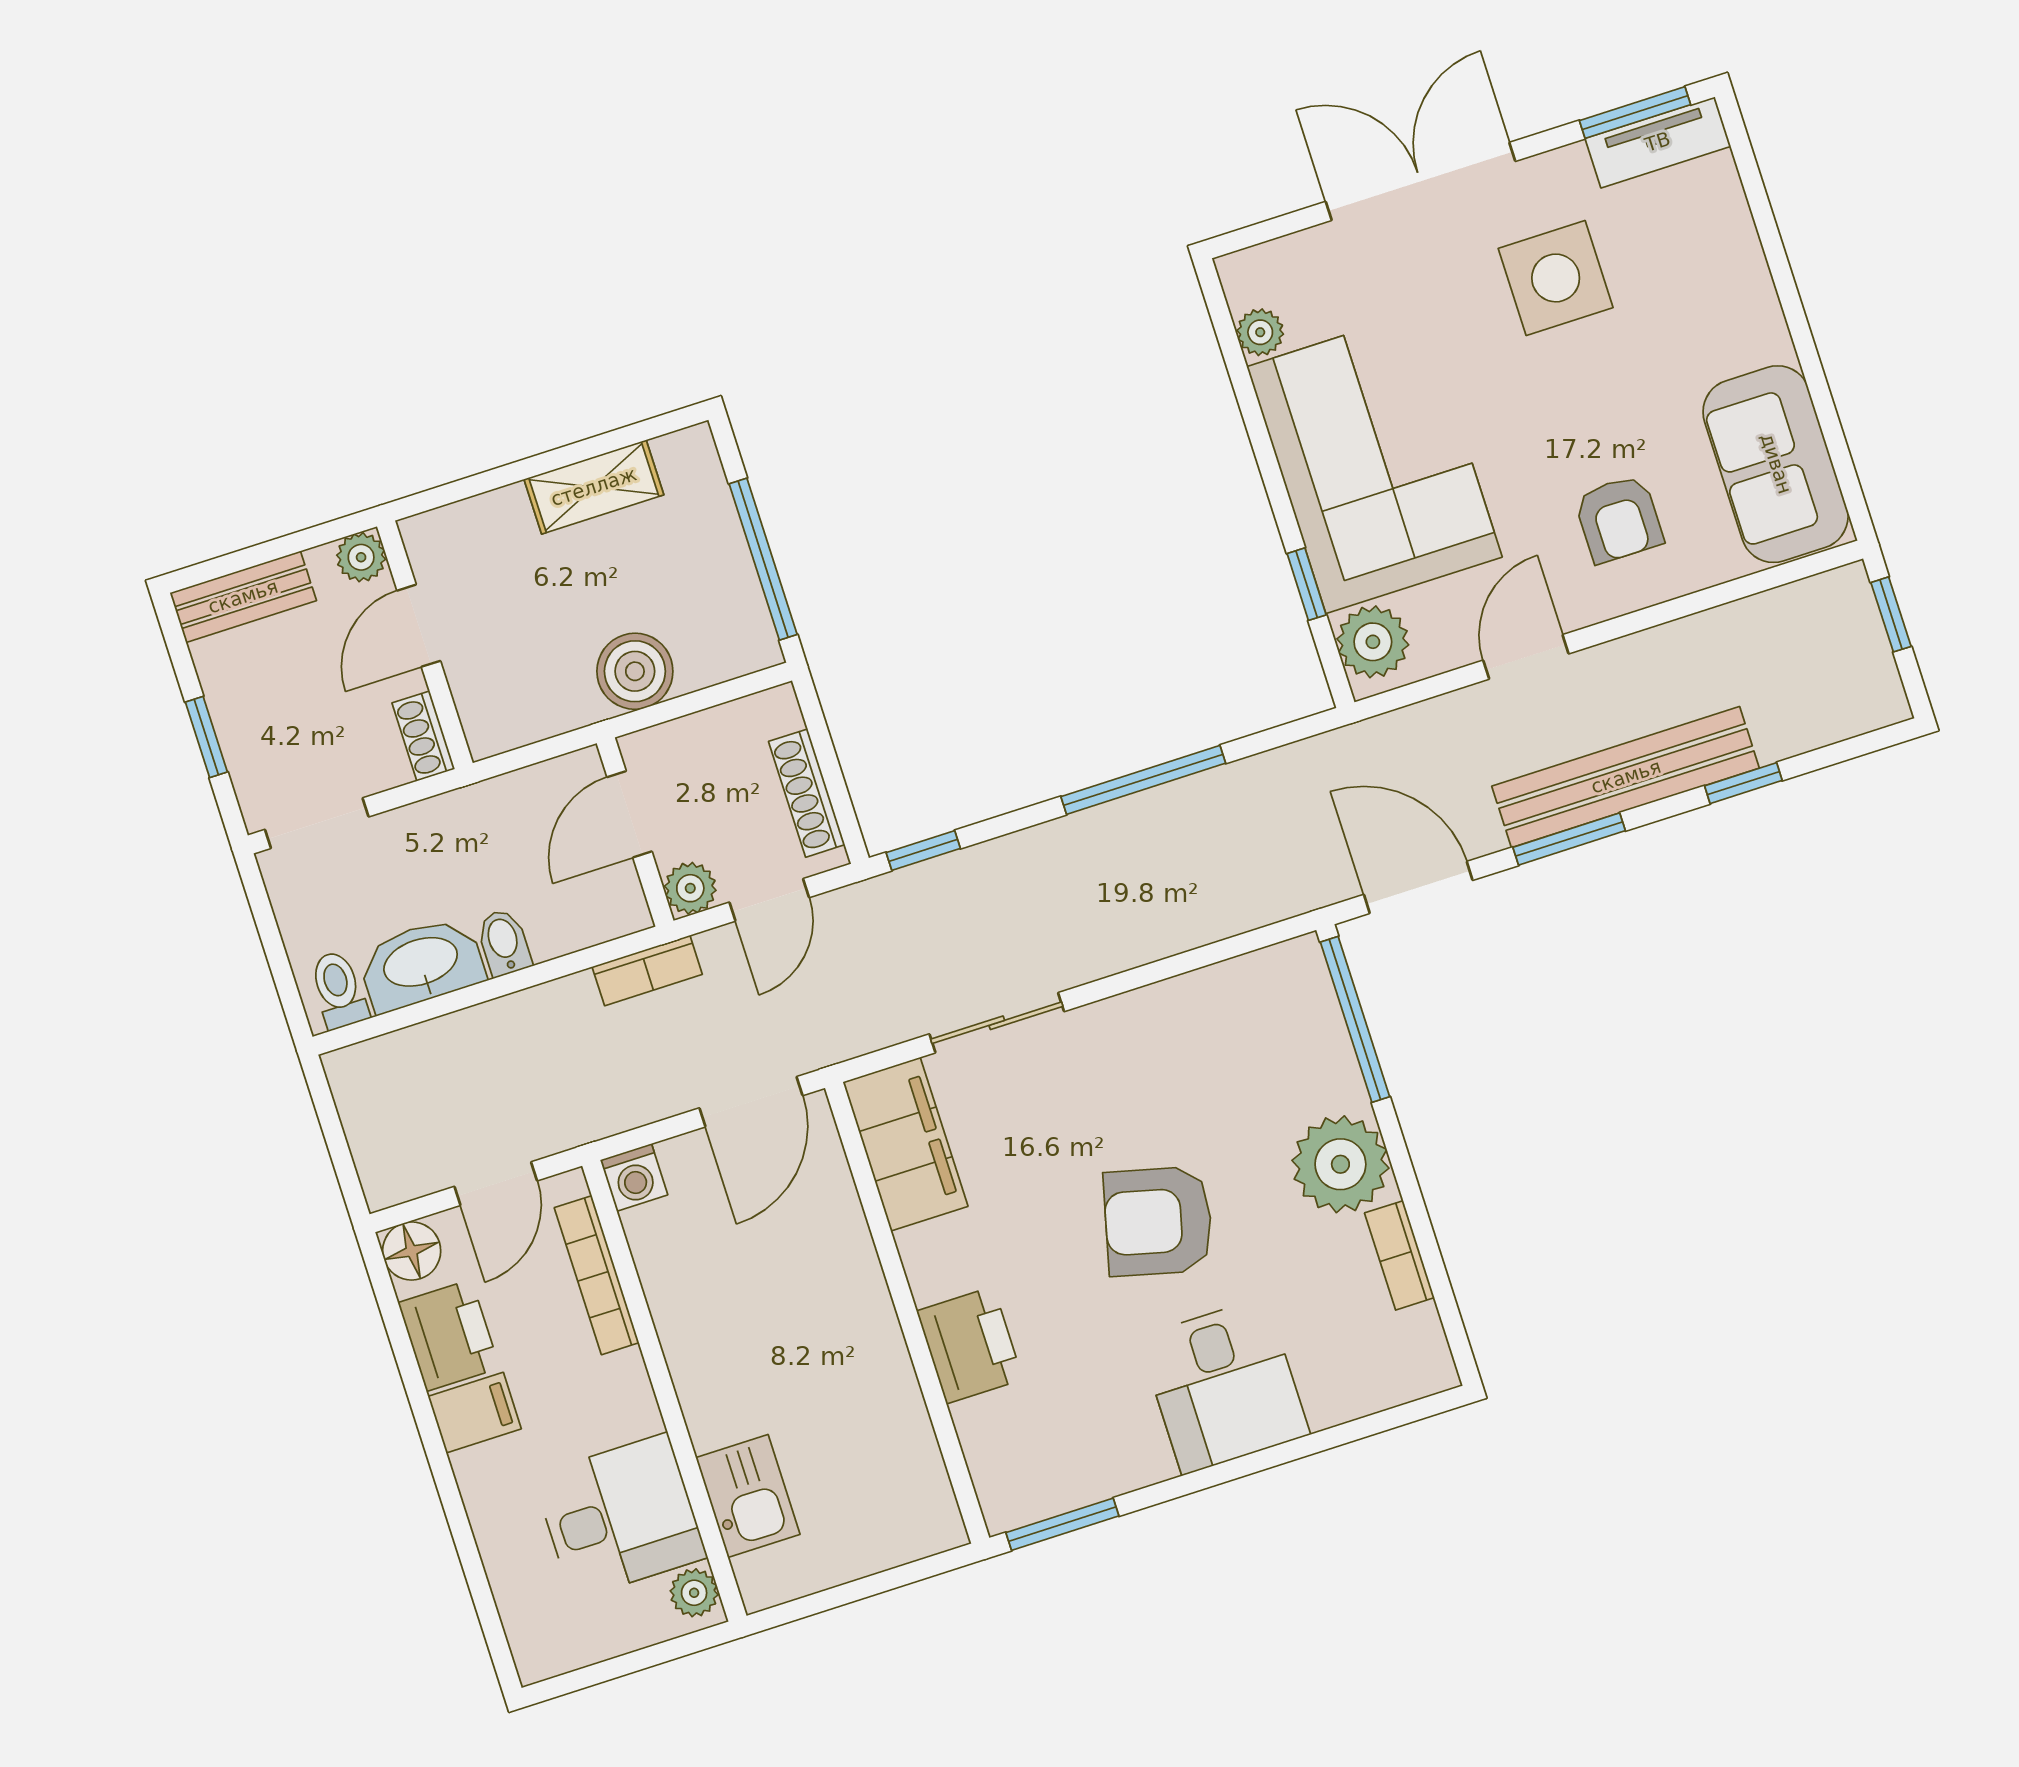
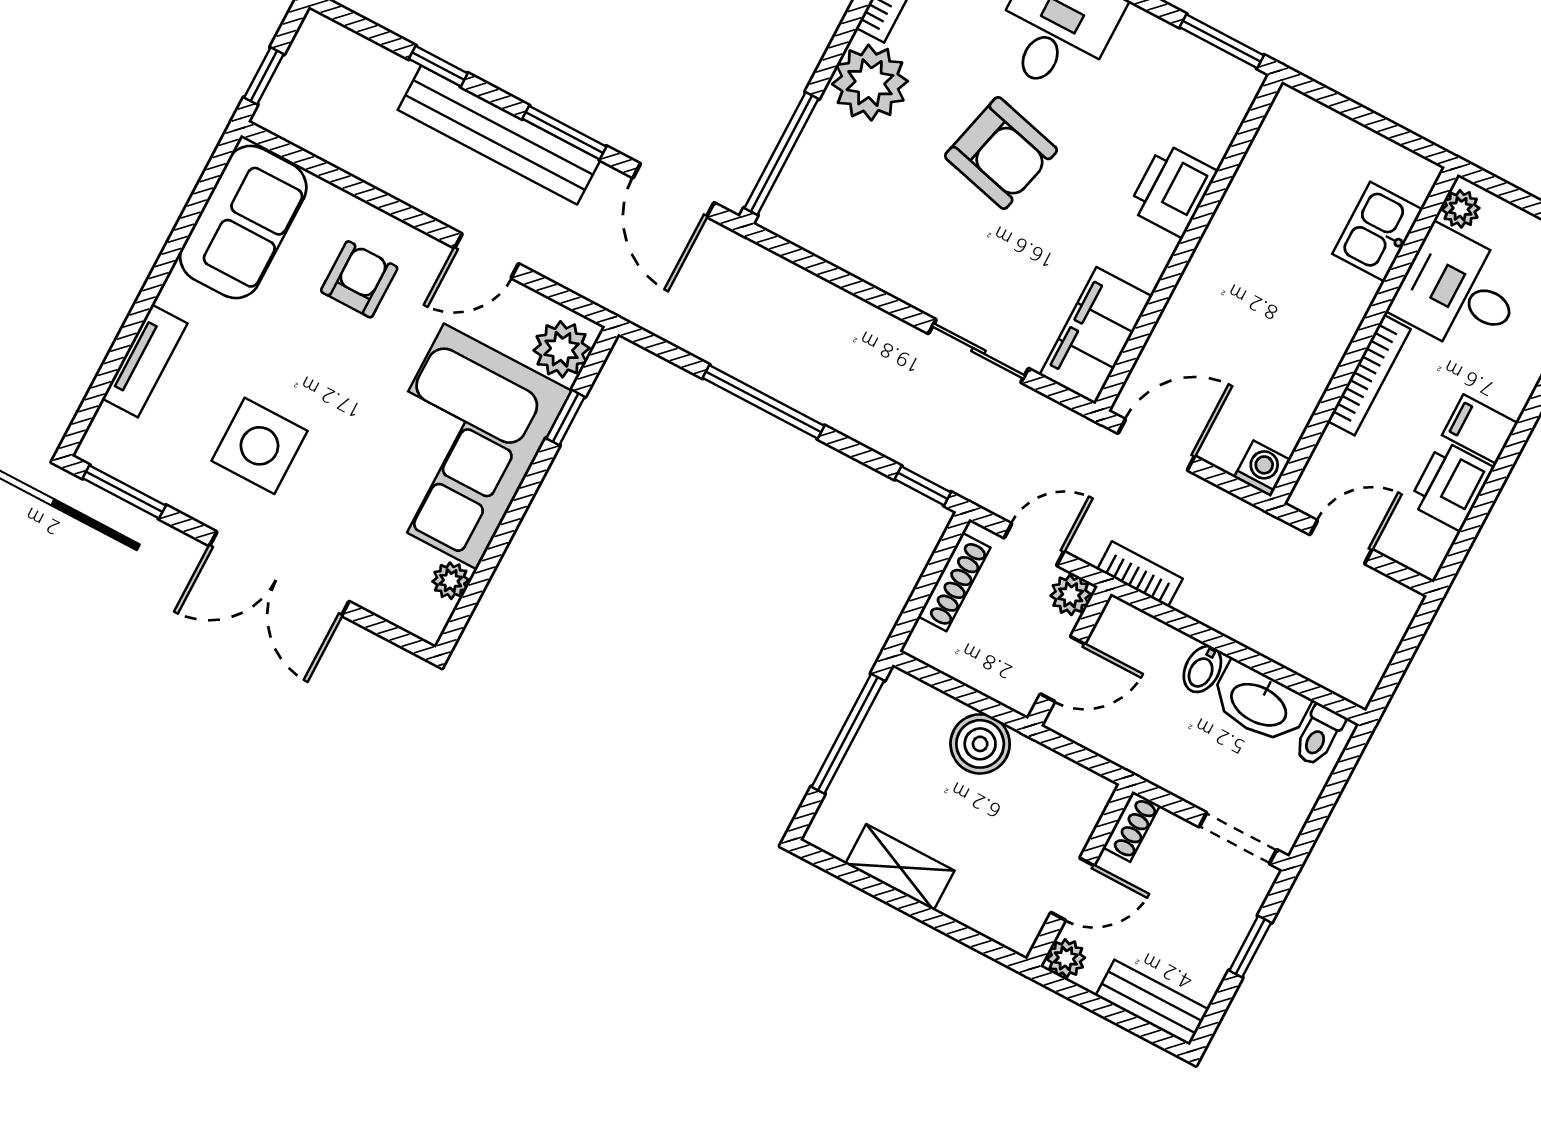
tv unit: (1658, 142) -> (145, 361), moved, turned 90
floor lamp: (412, 1251) -> (1424, 552), removed
bookcase: (597, 1275) -> (1369, 375), moved

